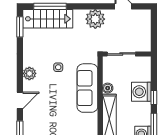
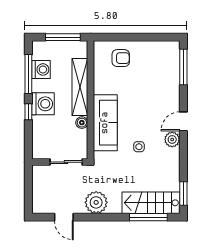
washing machine: (141, 92) -> (43, 104), moved
door: (20, 100) -> (183, 121), moved

